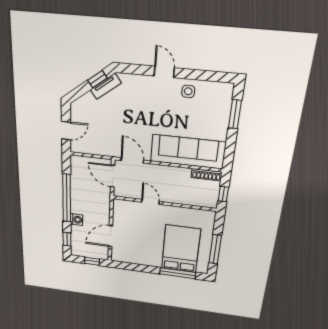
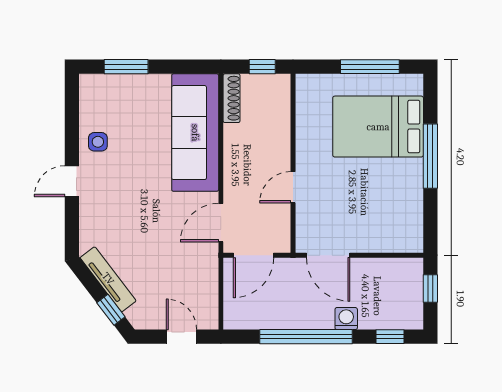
window: (97, 79) -> (111, 310), moved
tv unit: (106, 86) -> (108, 279), width x1.41
door: (110, 236) -> (328, 255), moved
window: (178, 273) -> (430, 156), moved

